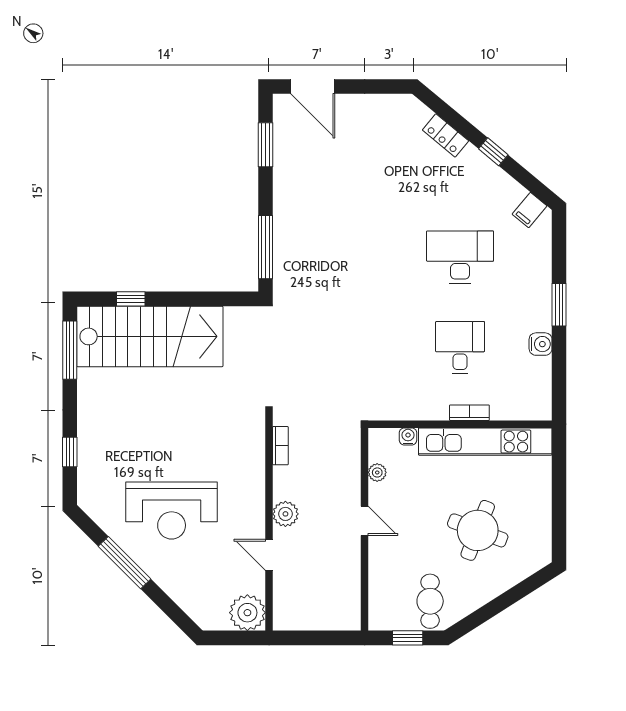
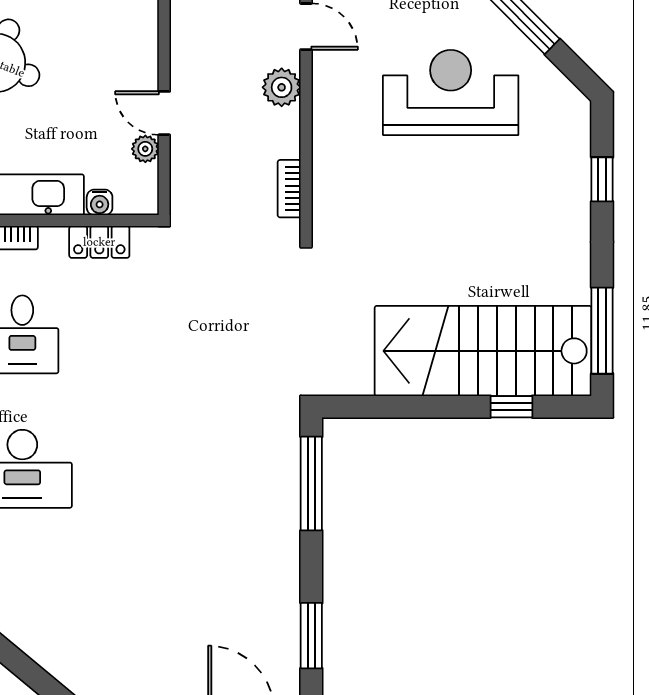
locker: (446, 135) -> (99, 242), moved, turned 140
door: (365, 521) -> (164, 113), moved

